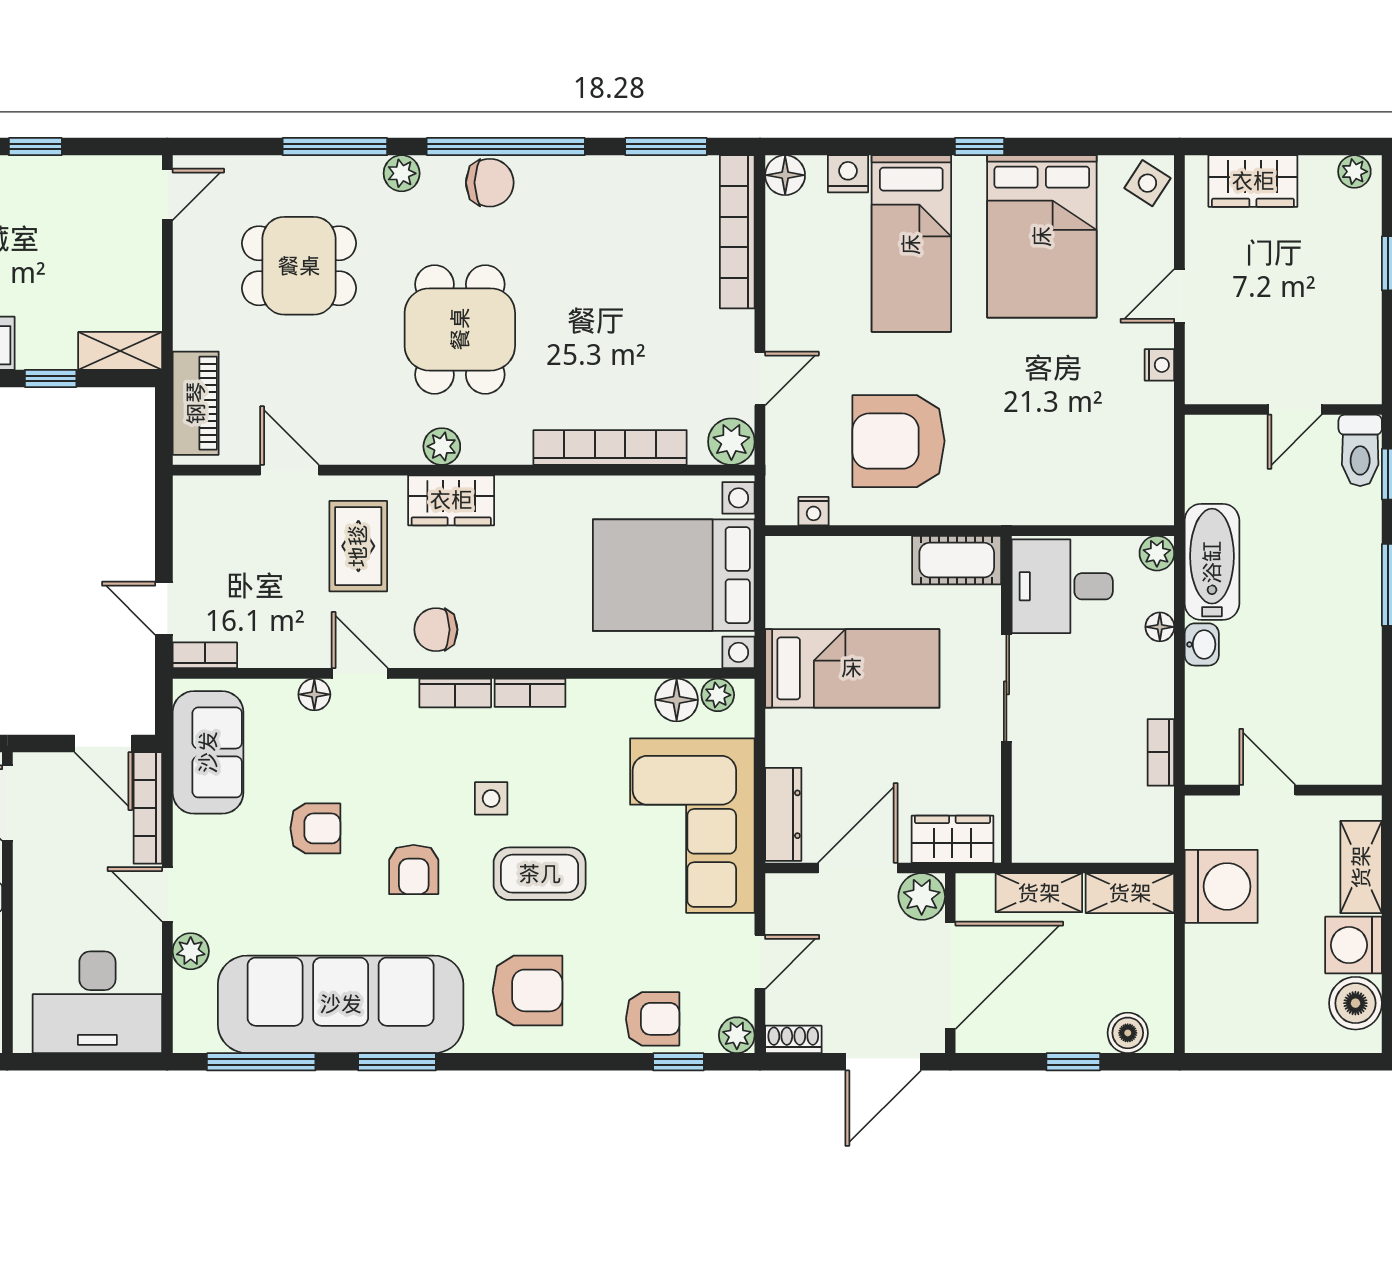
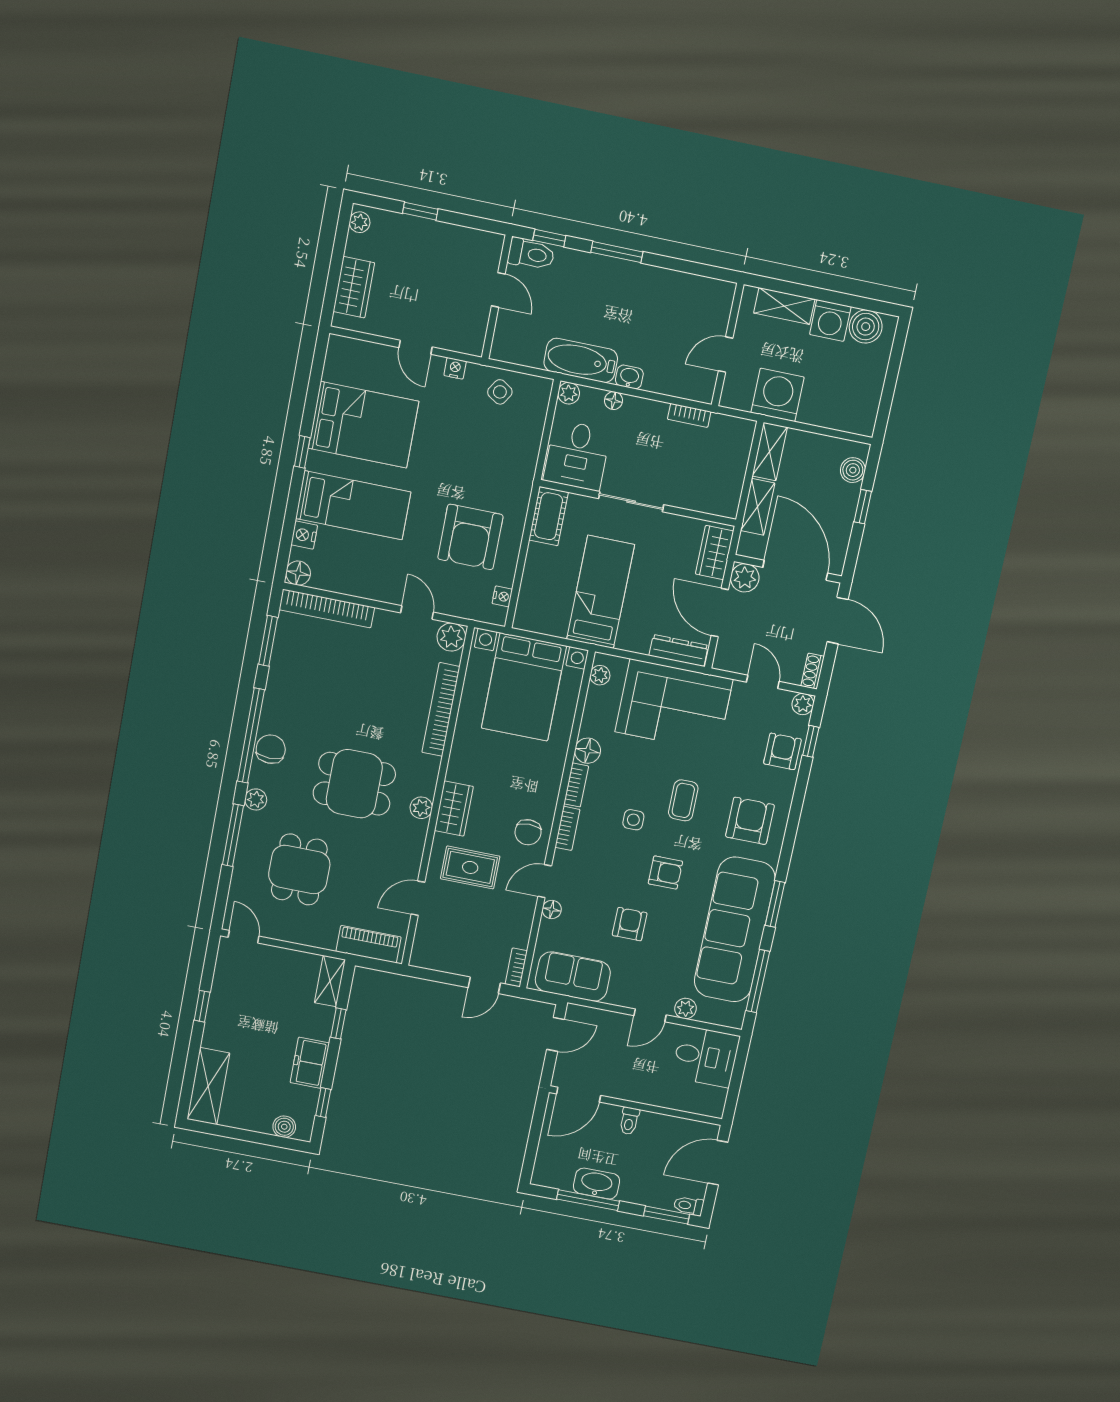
side table: (1147, 183) -> (500, 392), moved
floor lamp: (677, 700) -> (588, 751), moved
bookcase: (148, 808) -> (598, 1017), removed
coffee table: (540, 874) -> (683, 800), width x0.73, depth x0.77
desk: (97, 1002) -> (706, 1057), width x0.73

